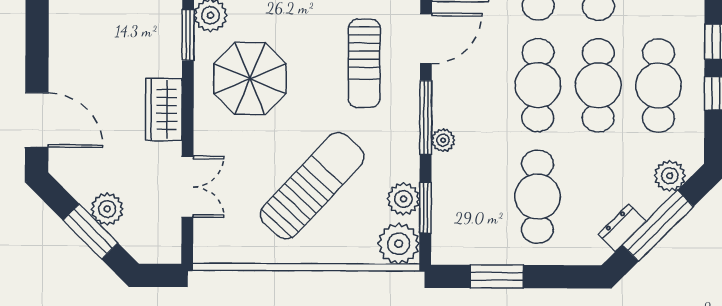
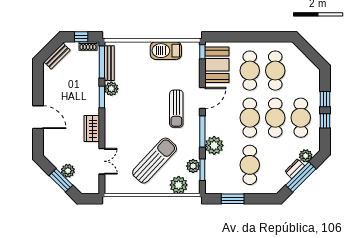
parasol: (250, 79) -> (128, 115), removed
door: (37, 120) -> (38, 117), moved
plant: (443, 140) -> (214, 145), width x1.88, depth x1.88
dresser: (622, 228) -> (295, 169), moved
plant: (399, 244) -> (179, 185), moved

